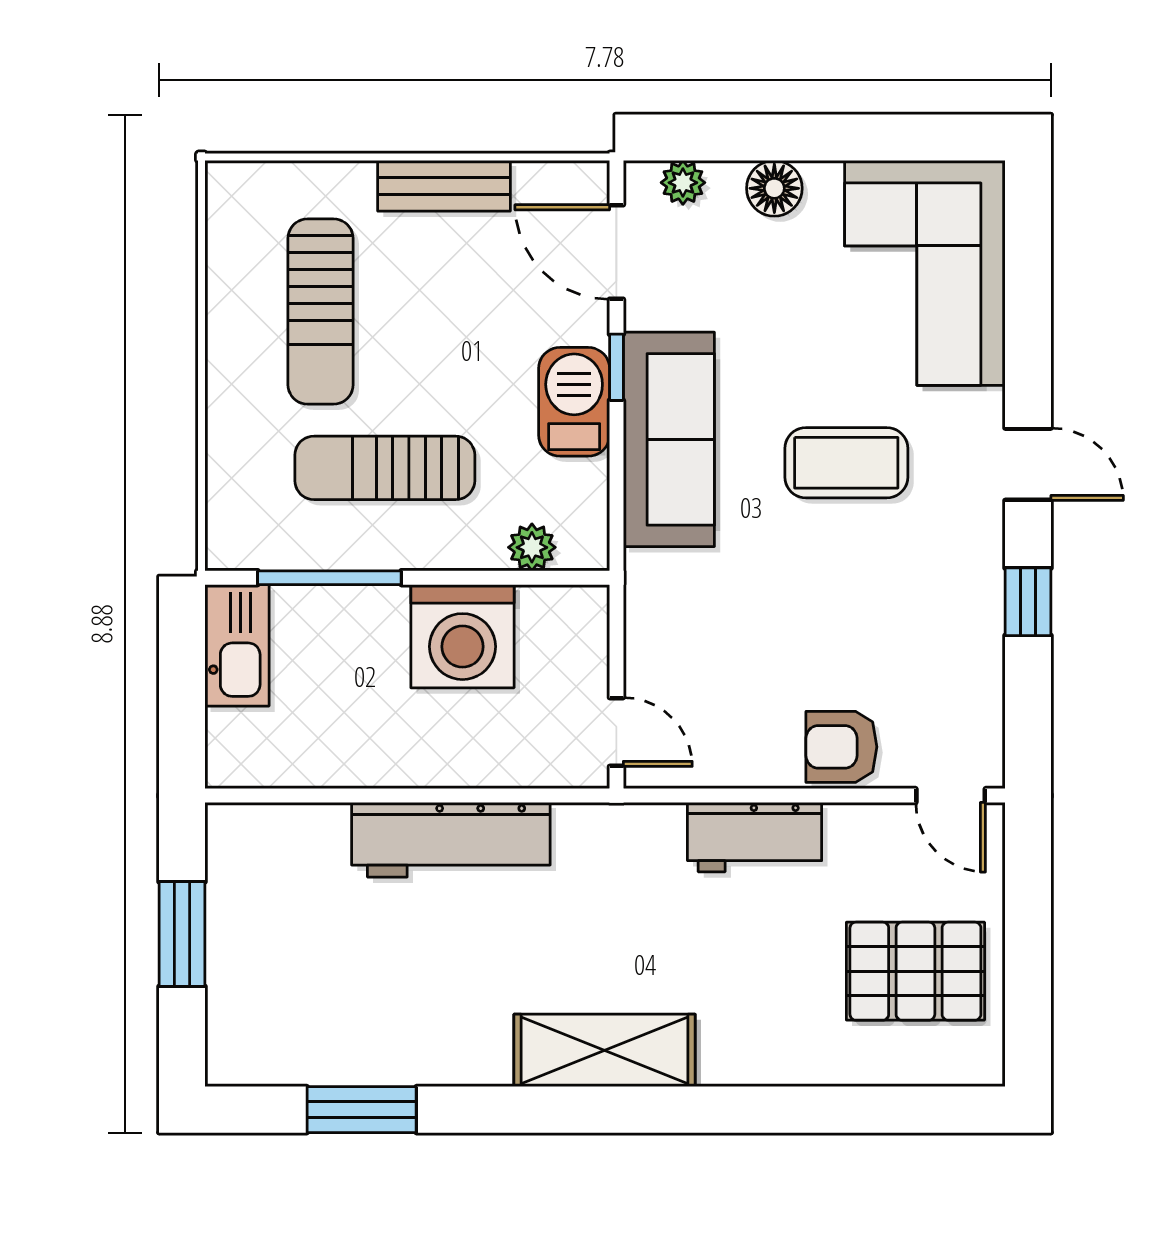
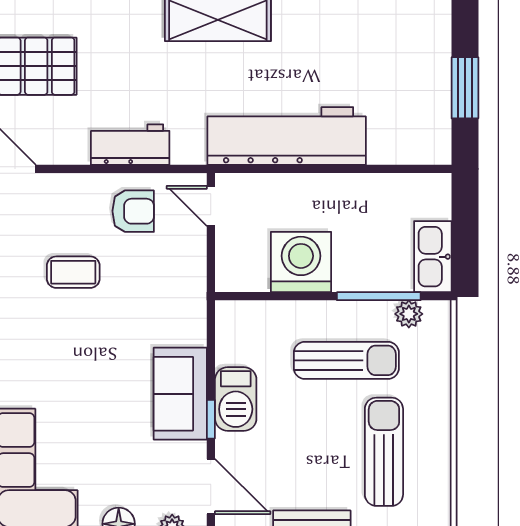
sofa: (669, 439) -> (180, 394), width x0.73
coffee table: (846, 463) -> (73, 272), moved, width x0.73, depth x0.77
plant: (532, 547) -> (409, 314), moved
armchair: (841, 747) -> (133, 211), moved
workbench: (451, 840) -> (287, 136), width x1.36, depth x1.32

